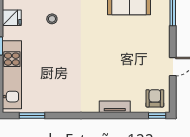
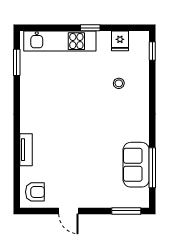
window: (157, 115) -> (17, 194), removed

